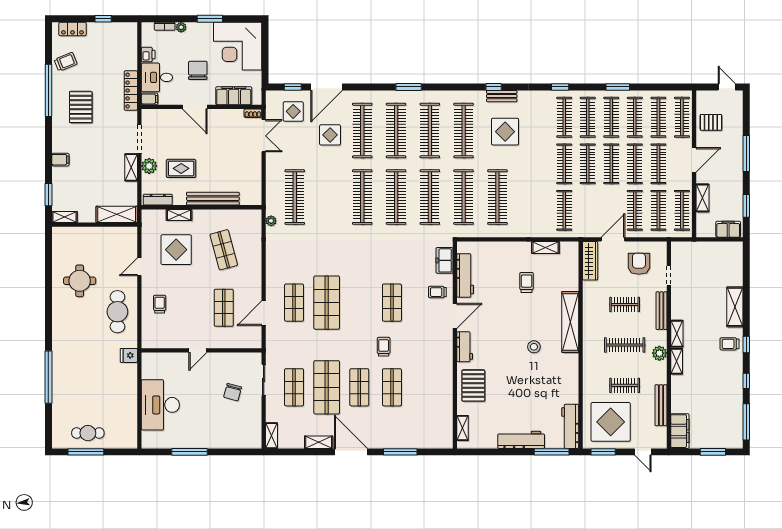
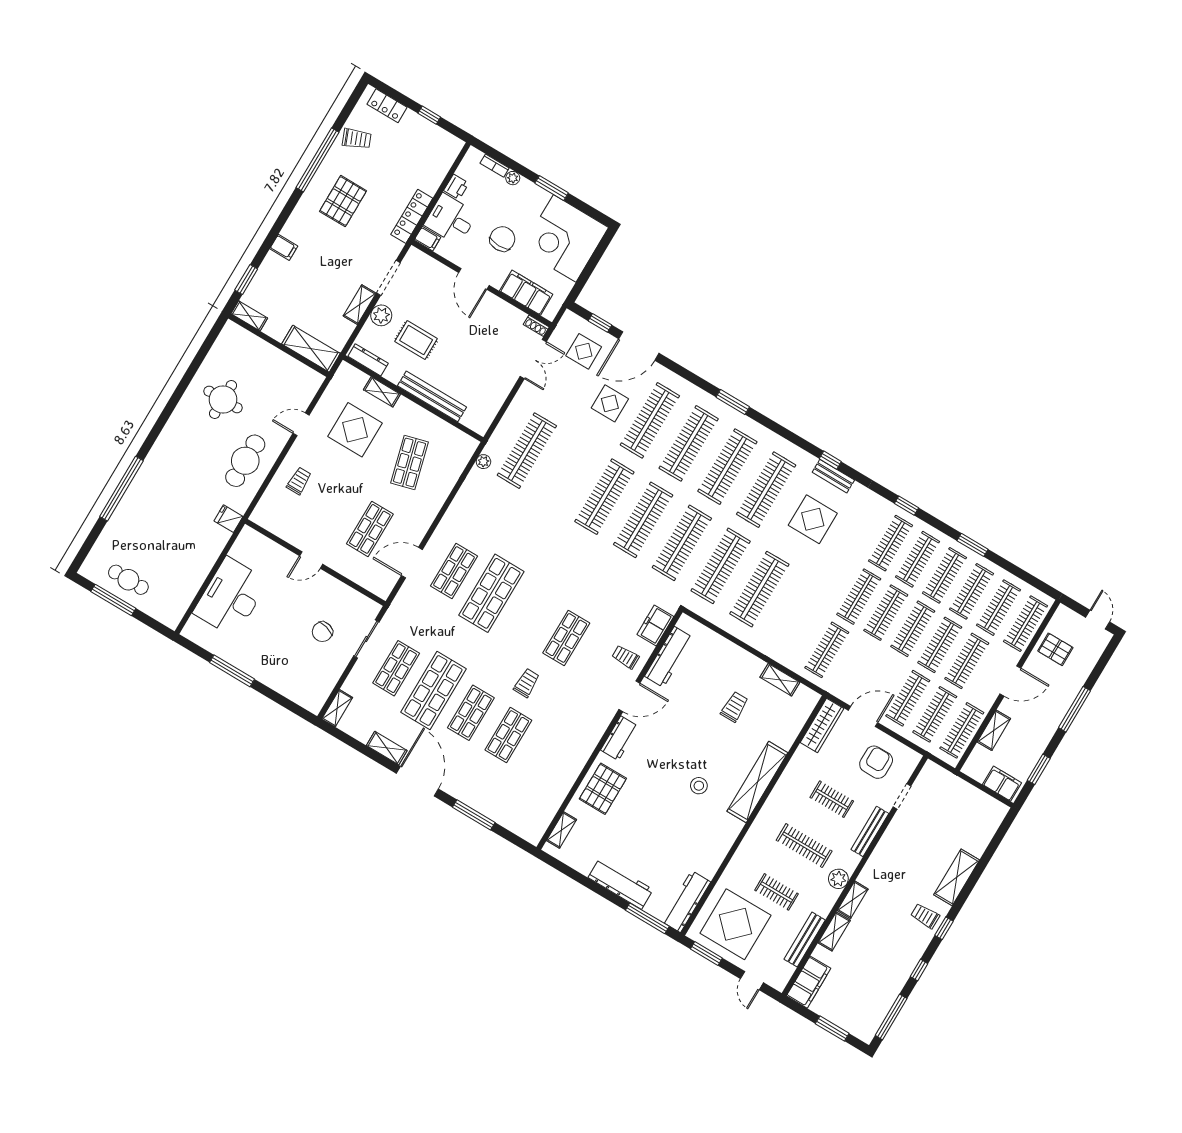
shelving: (677, 334) -> (834, 932), moved

